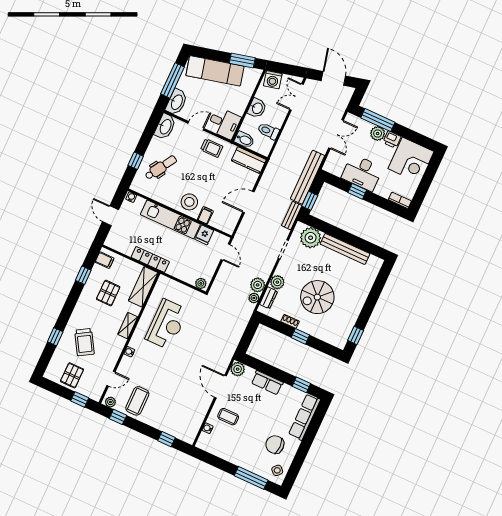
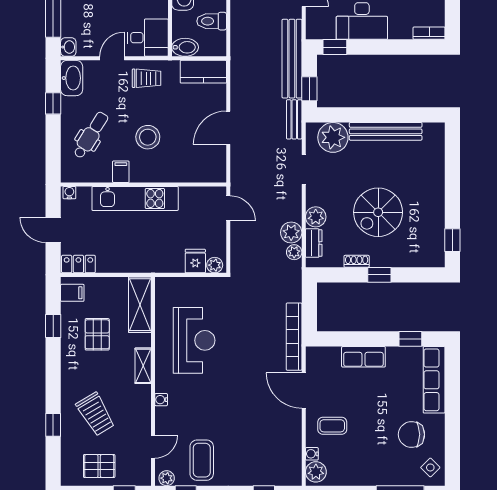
washbasin: (177, 102) -> (68, 47), width x0.52, depth x0.69
window: (136, 161) -> (53, 103), moved
window: (357, 191) -> (335, 47), moved
stool: (189, 202) -> (148, 137), moved
filing cabinet: (205, 215) -> (121, 172), moved
fridge: (204, 235) -> (195, 261), moved, turned 180
locker: (150, 259) -> (78, 264), moved, width x0.66
bookcase: (230, 350) -> (294, 337), added
plant: (238, 369) -> (316, 472), moved
pallet: (72, 375) -> (99, 466), turned 90

